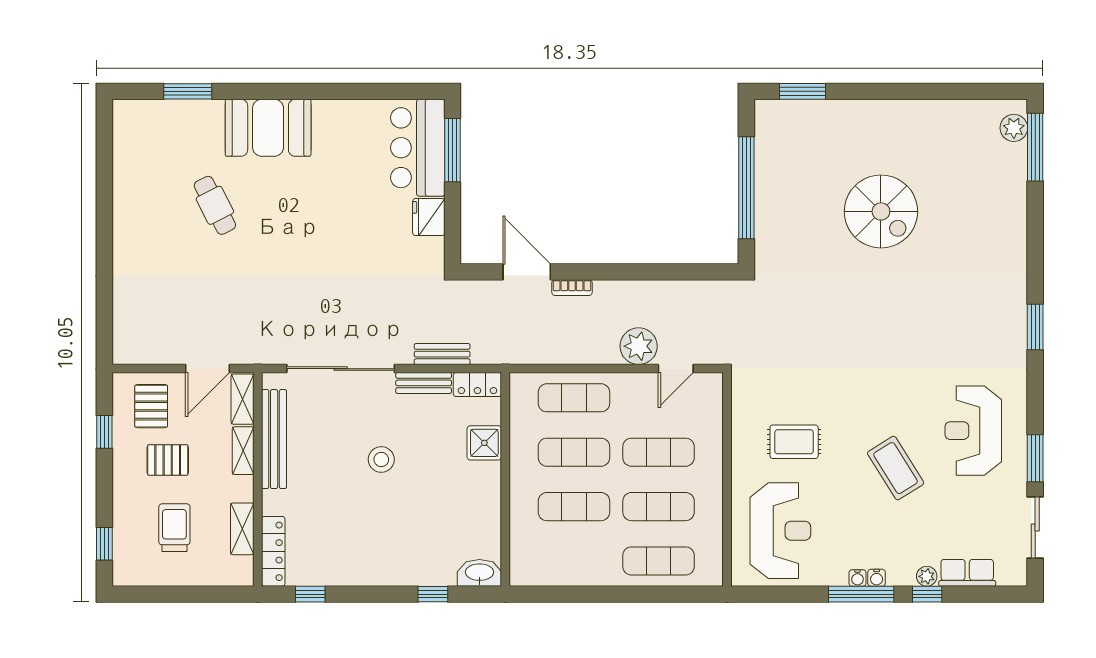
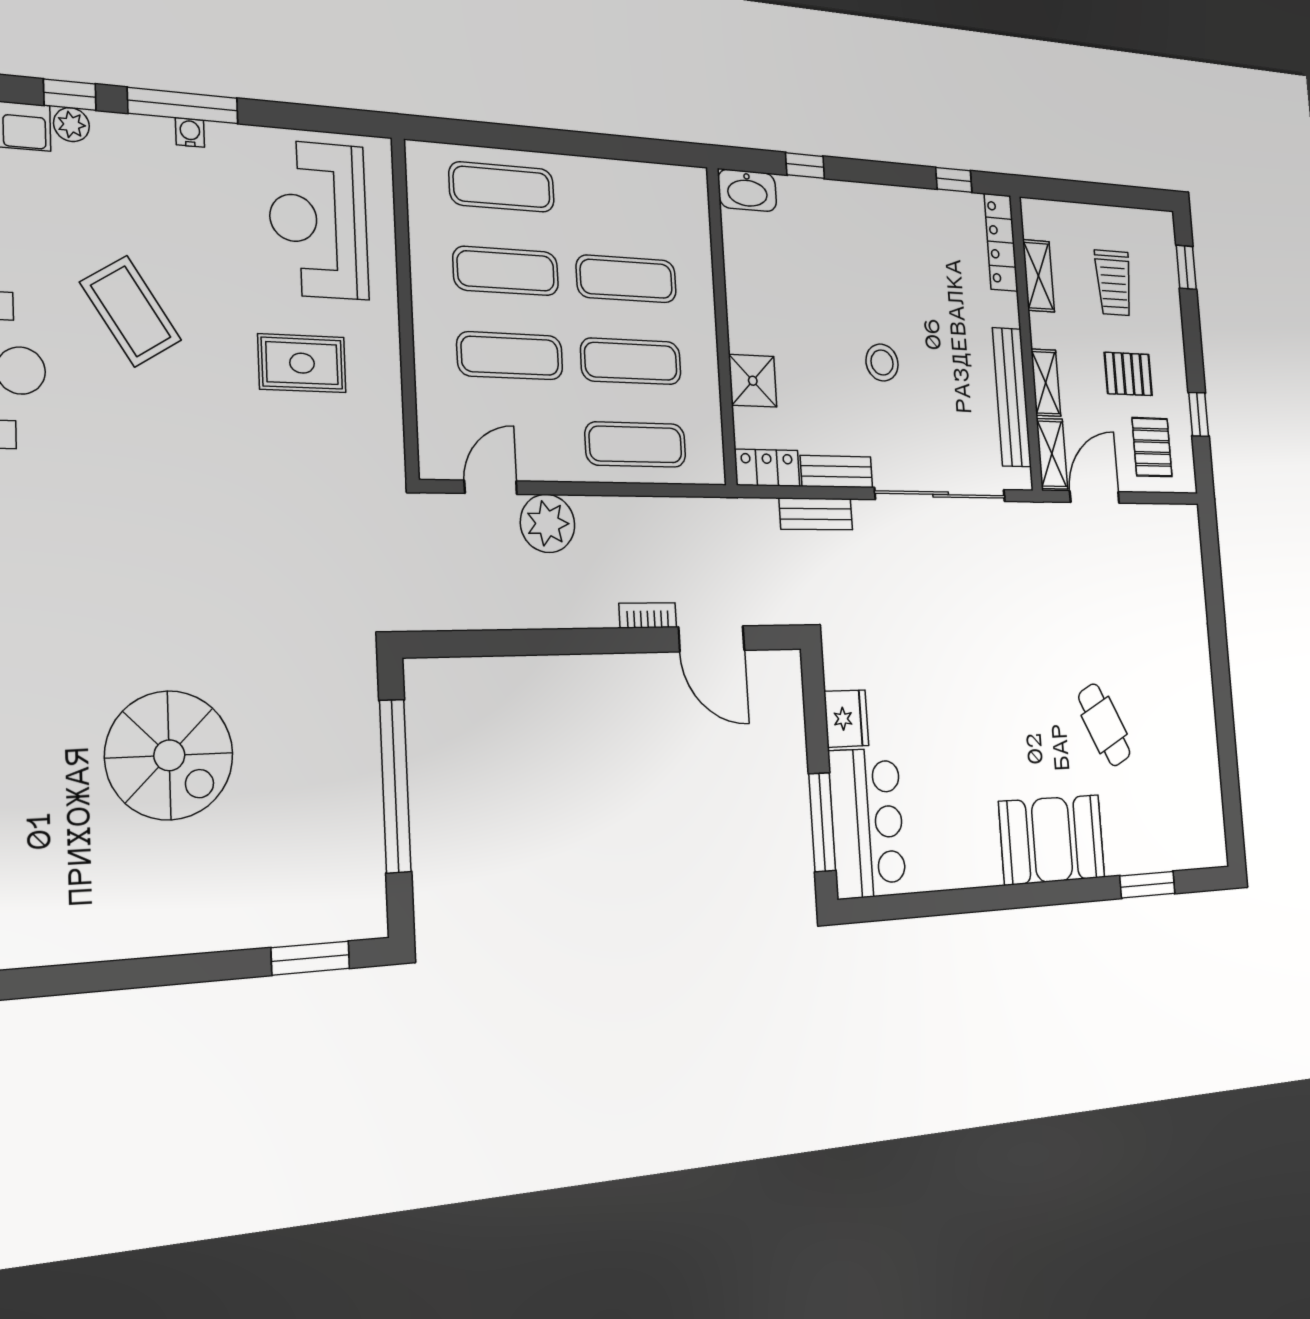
spiral stairs: (881, 211) -> (169, 755), turned 180
water cooler: (877, 578) -> (158, 130), removed

